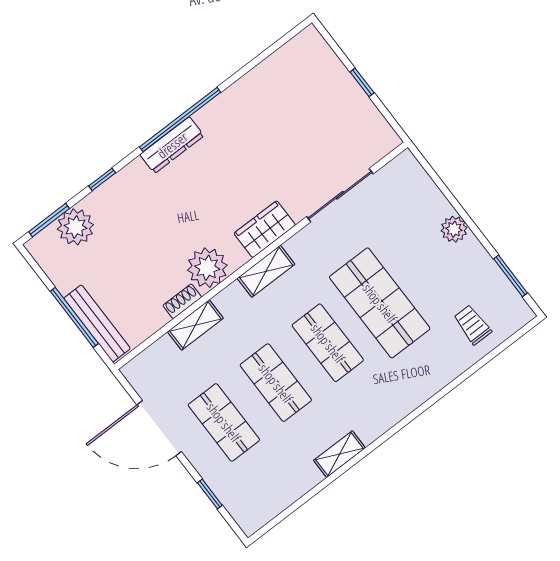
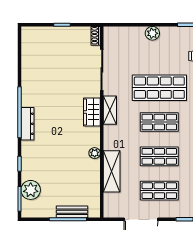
plant: (207, 268) -> (95, 153), width x0.53, depth x0.53
shelving: (266, 271) -> (110, 110), moved
shoe rack: (182, 301) -> (96, 36), moved
bench: (97, 323) -> (72, 212), width x0.73
shelving: (195, 325) -> (112, 171), width x1.50, depth x1.33

